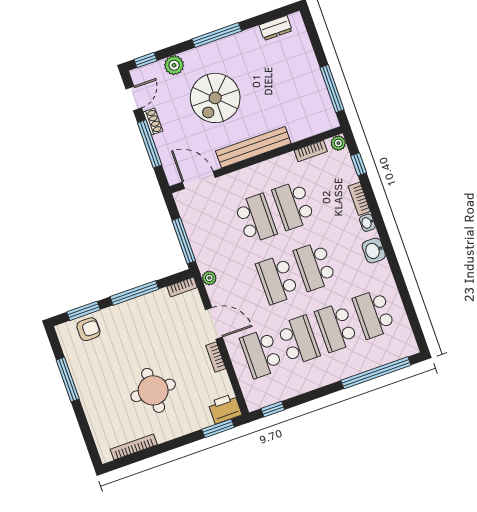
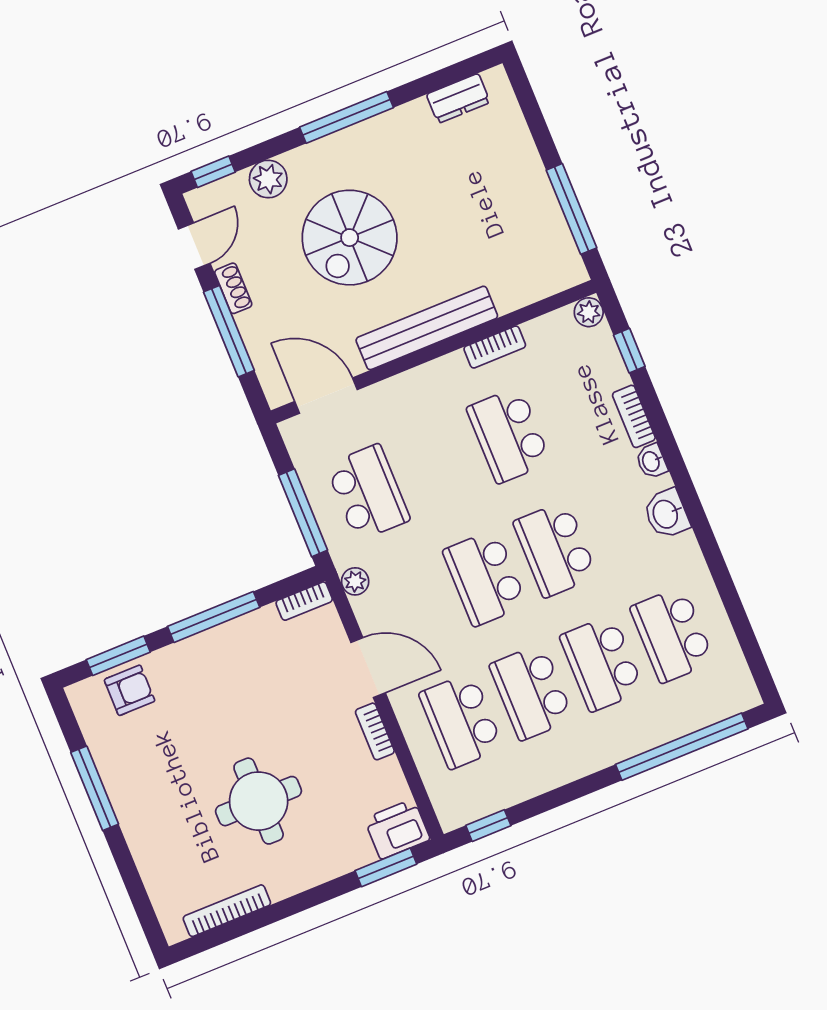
bookcase: (311, 151) -> (495, 347), moved
school desk: (256, 219) -> (368, 493), moved
school desk: (299, 340) -> (531, 692), turned 180

